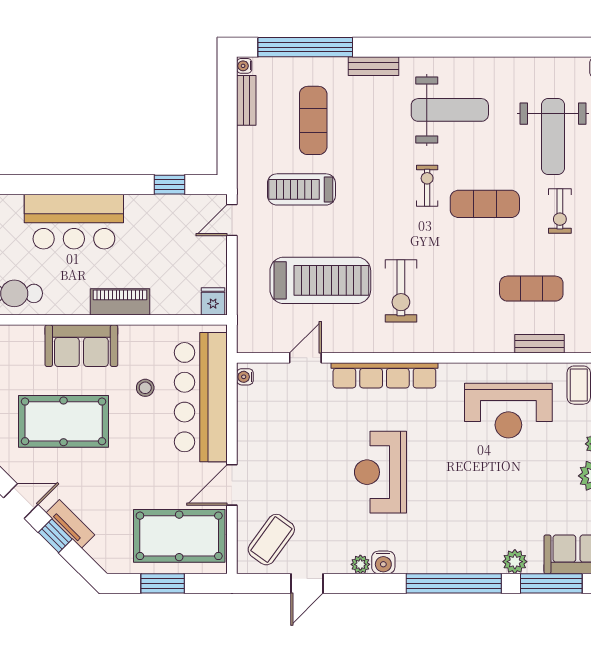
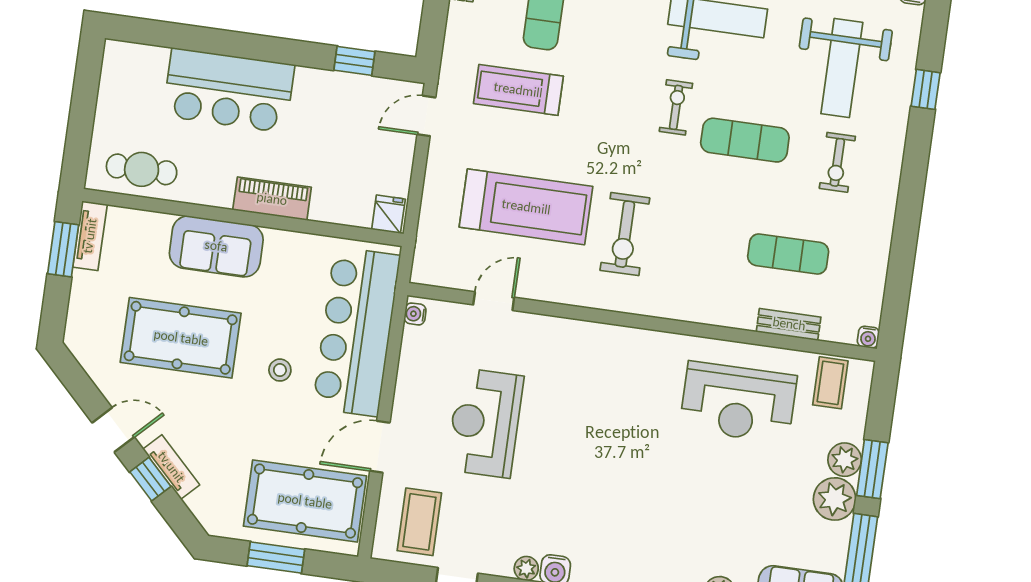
row of seats: (384, 375) -> (589, 337), removed
stool: (145, 388) -> (280, 370), moved
reception desk: (380, 472) -> (485, 423), moved
coffee table: (271, 540) -> (419, 522), turned -36

